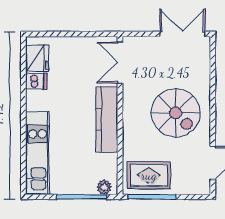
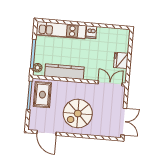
fridge: (37, 58) -> (121, 60), moved, turned 90
dishwasher: (36, 81) -> (91, 32), moved
kitchen counter: (107, 119) -> (64, 72), moved

